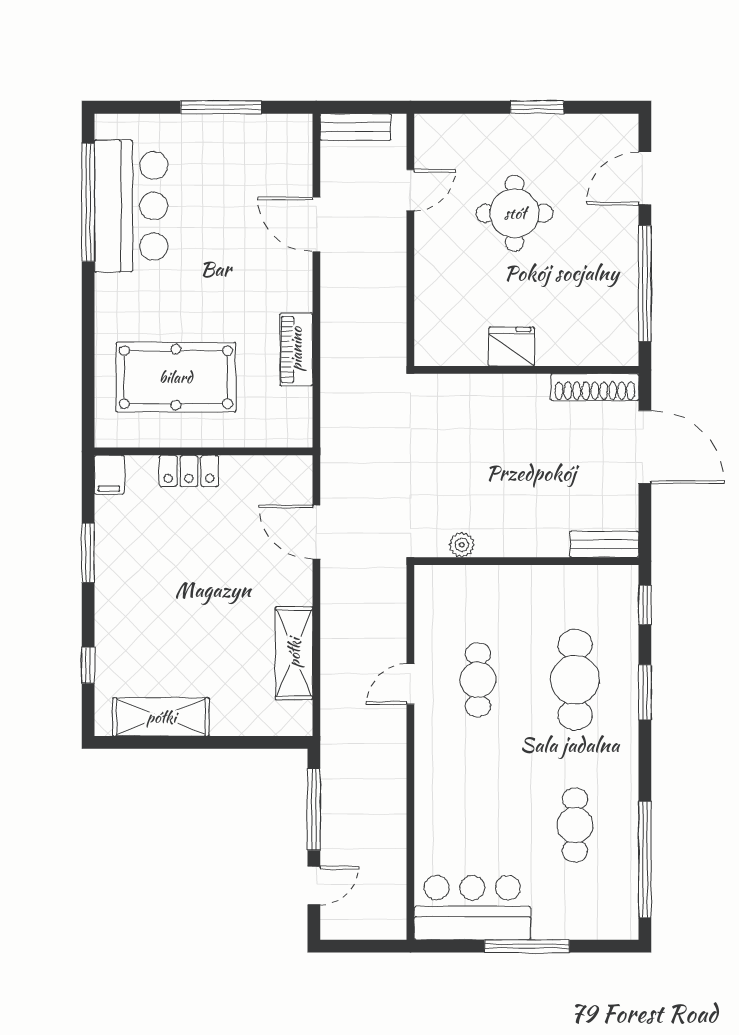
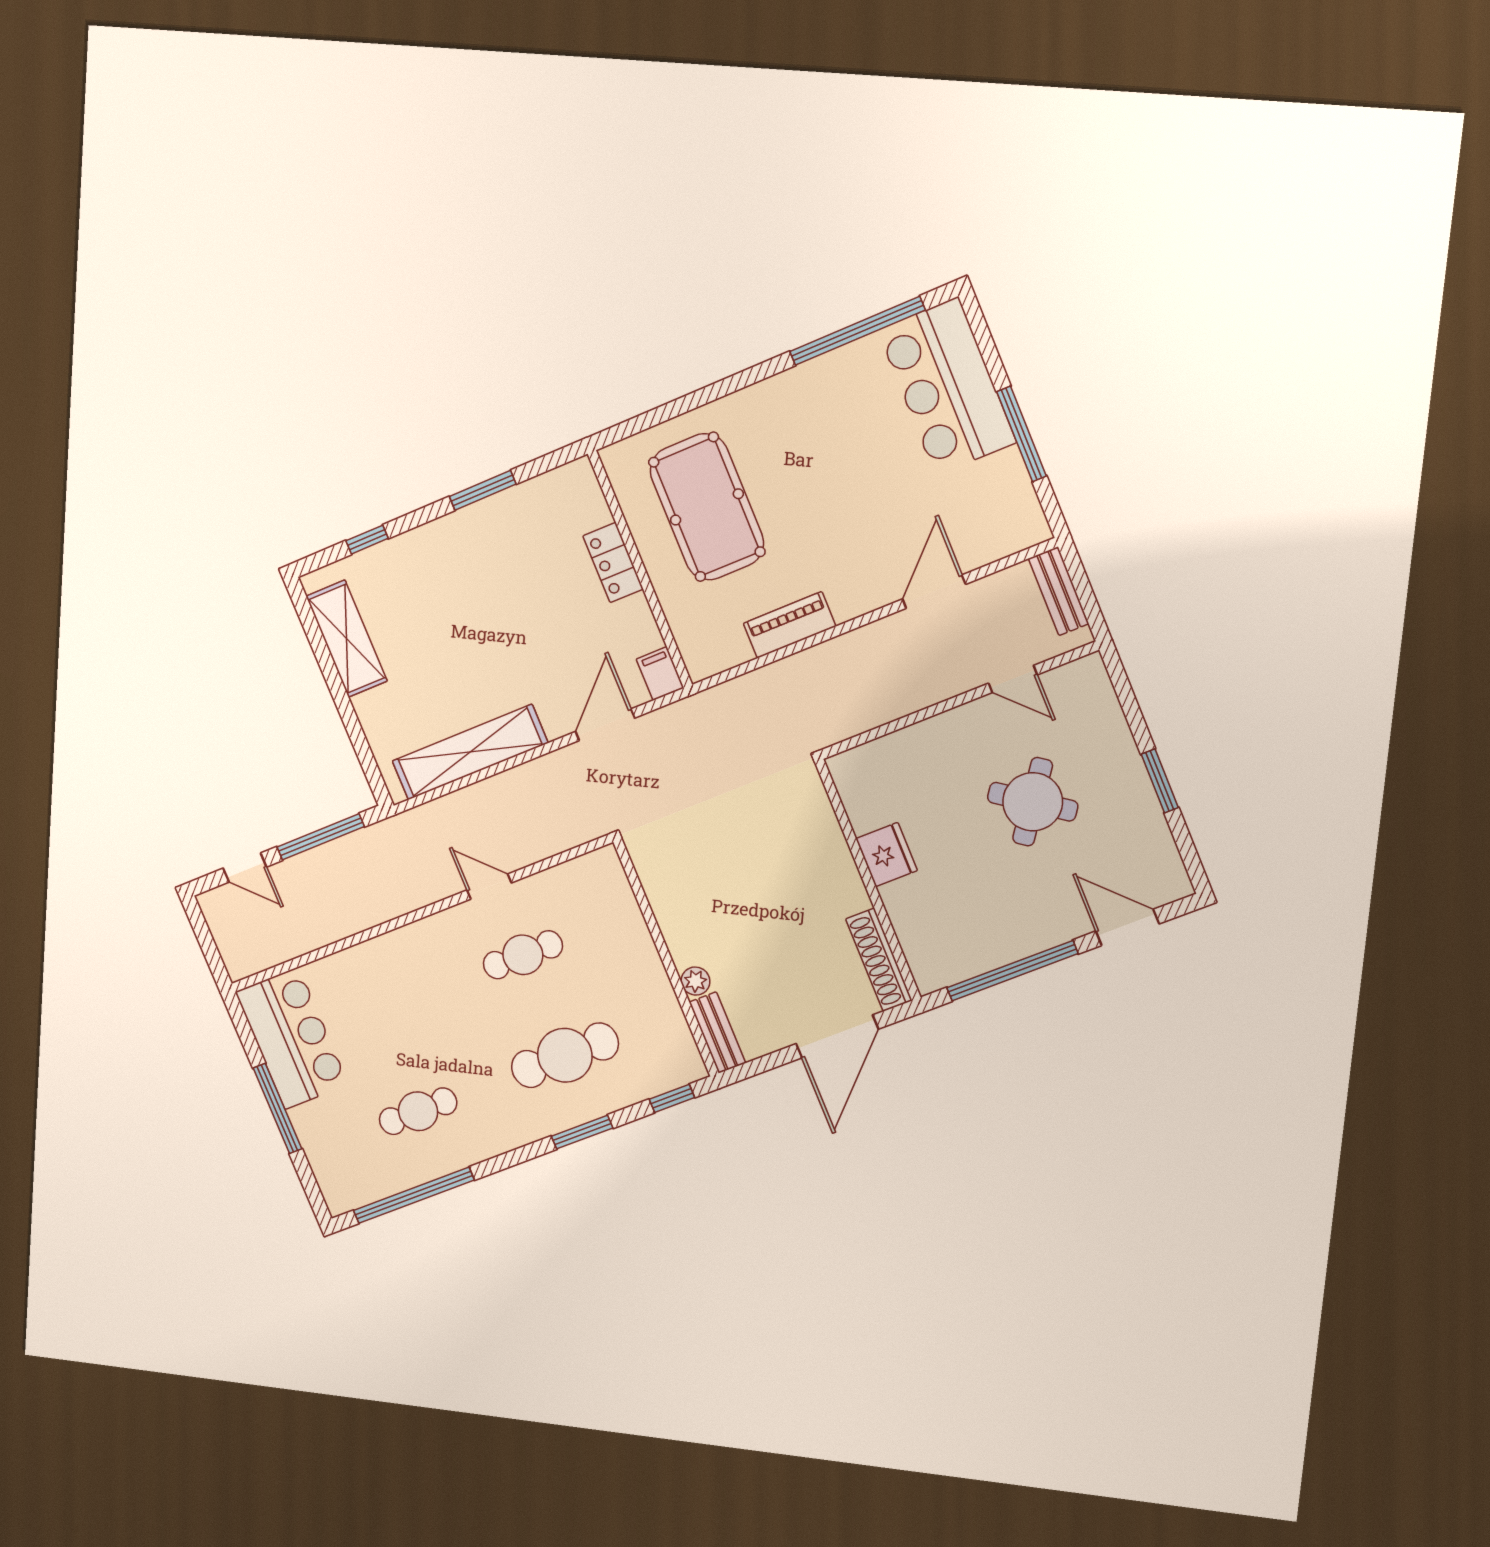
bar counter: (131, 206) -> (947, 386), moved, turned 90
round table: (515, 213) -> (1033, 802), turned 35
filing cabinet: (109, 475) -> (660, 674), moved, turned 90
plant: (462, 545) -> (695, 981), moved
shelving: (294, 653) -> (470, 752), width x1.47

